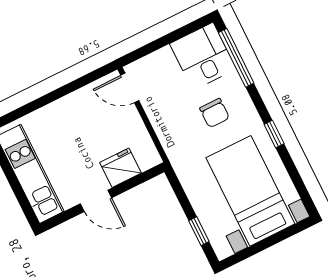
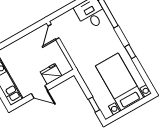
door: (130, 88) -> (54, 32), hinge flipped
chair: (215, 113) -> (99, 42), removed

